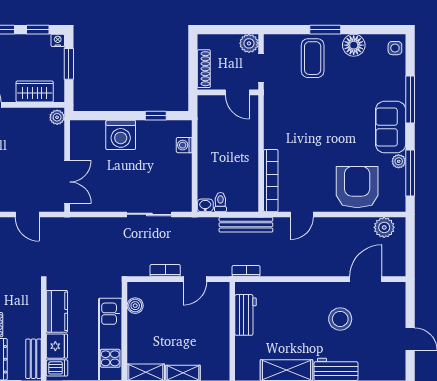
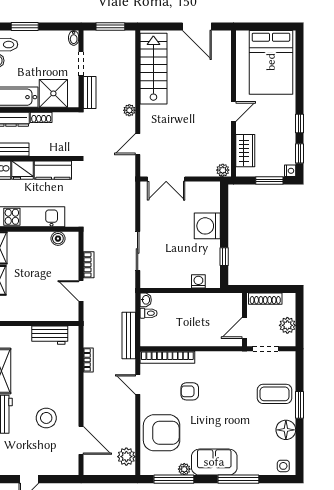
plant: (249, 43) -> (287, 325), moved
armchair: (310, 155) -> (190, 391), added
bookcase: (246, 271) -> (88, 360), moved

